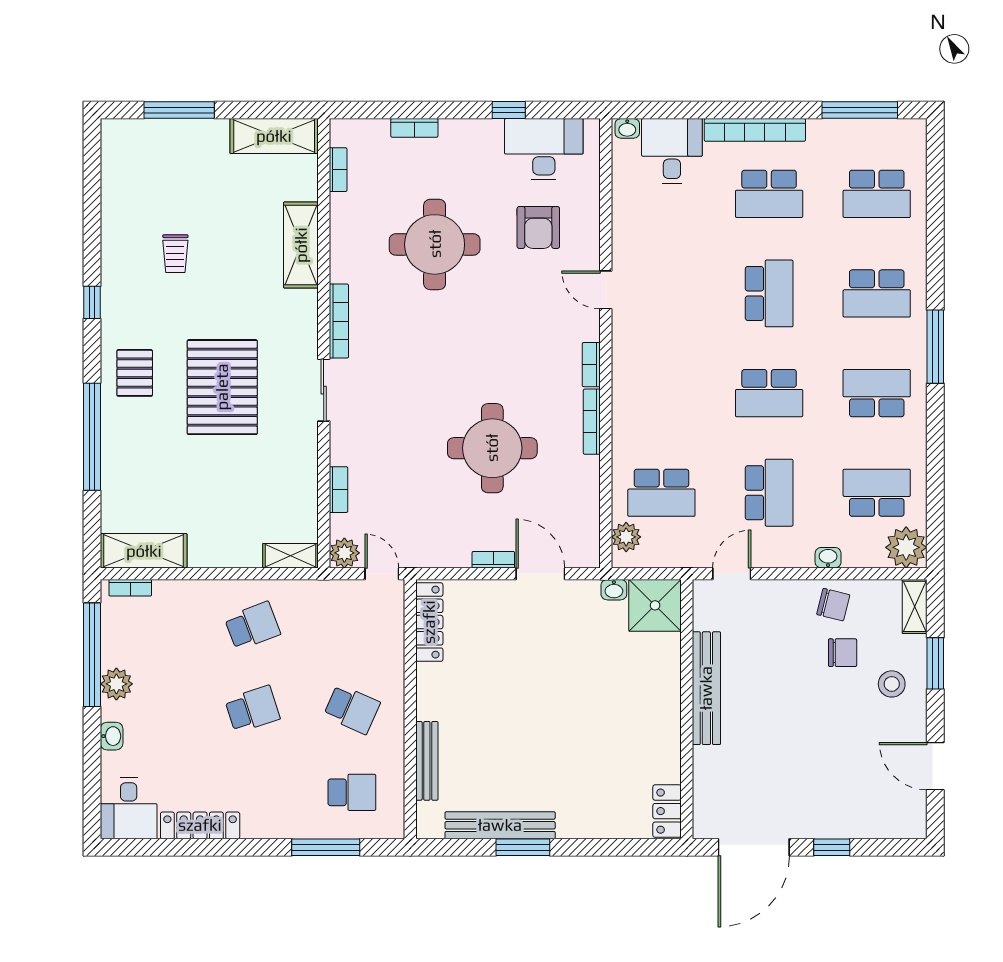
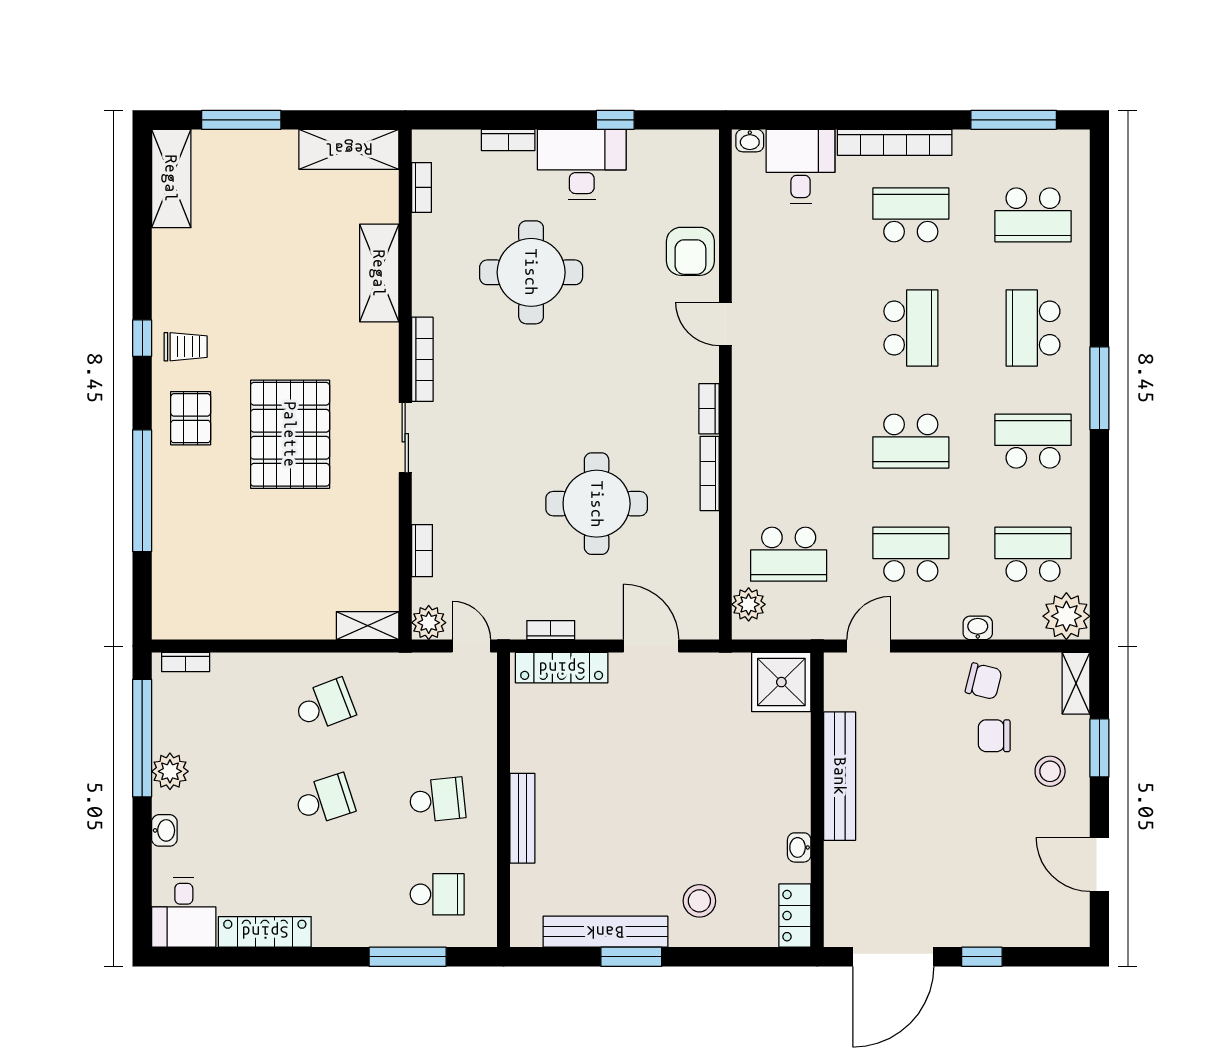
desk: (544, 149) -> (582, 164), moved
school desk: (769, 194) -> (911, 215), turned 180
armchair: (538, 227) -> (690, 251), moved
trolley: (175, 254) -> (186, 347), moved, turned -90
school desk: (877, 293) -> (1033, 328), turned 90
school desk: (769, 493) -> (911, 554), turned -90
shelving: (144, 551) -> (171, 178), moved, turned 90
bookcase: (493, 560) -> (551, 630), moved
washbasin: (614, 590) -> (799, 847), moved, turned 90
locker: (429, 622) -> (562, 668), moved, turned 90
chair: (843, 653) -> (994, 736), turned 180
school desk: (352, 709) -> (437, 800), turned -30
bench: (427, 761) -> (522, 818), moved
stool: (583, 798) -> (699, 901), added

